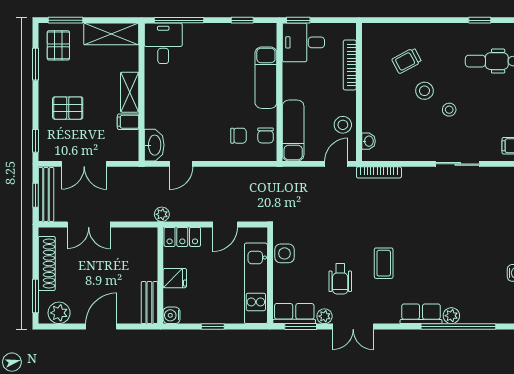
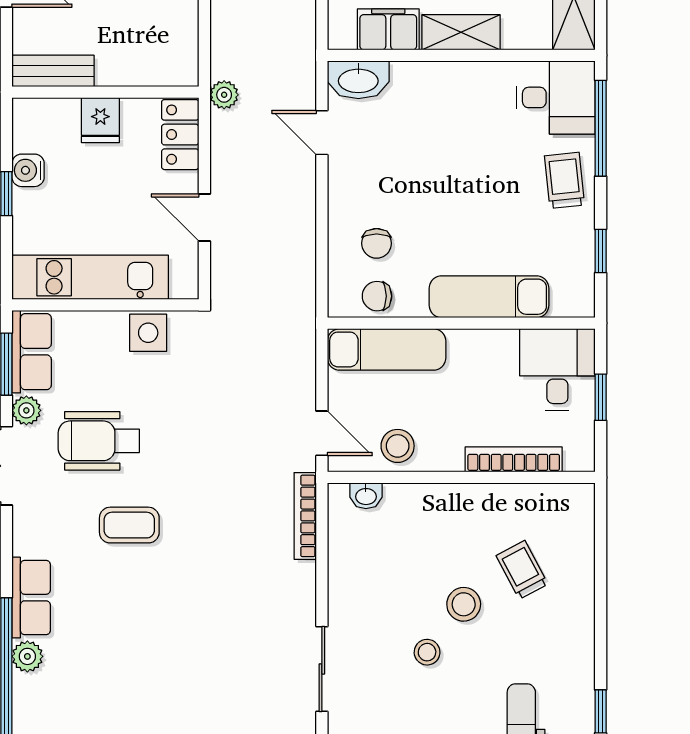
window: (298, 20) -> (601, 397), moved
trolley: (206, 39) -> (565, 180), added
filing cabinet: (128, 122) -> (388, 29), width x2.00
wheelchair: (340, 279) -> (99, 441), width x1.36, depth x1.37
water cooler: (172, 315) -> (28, 170), moved, turned -90

